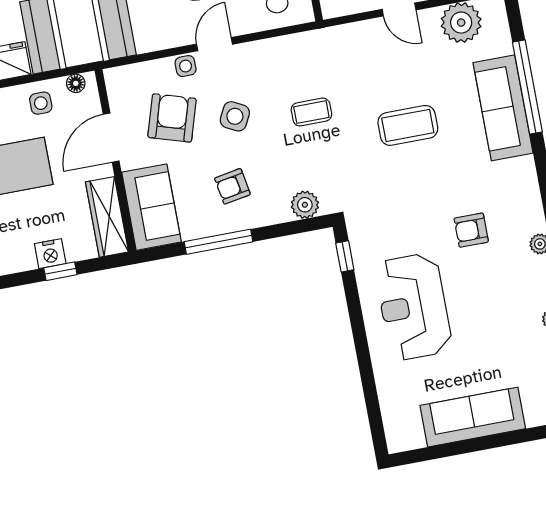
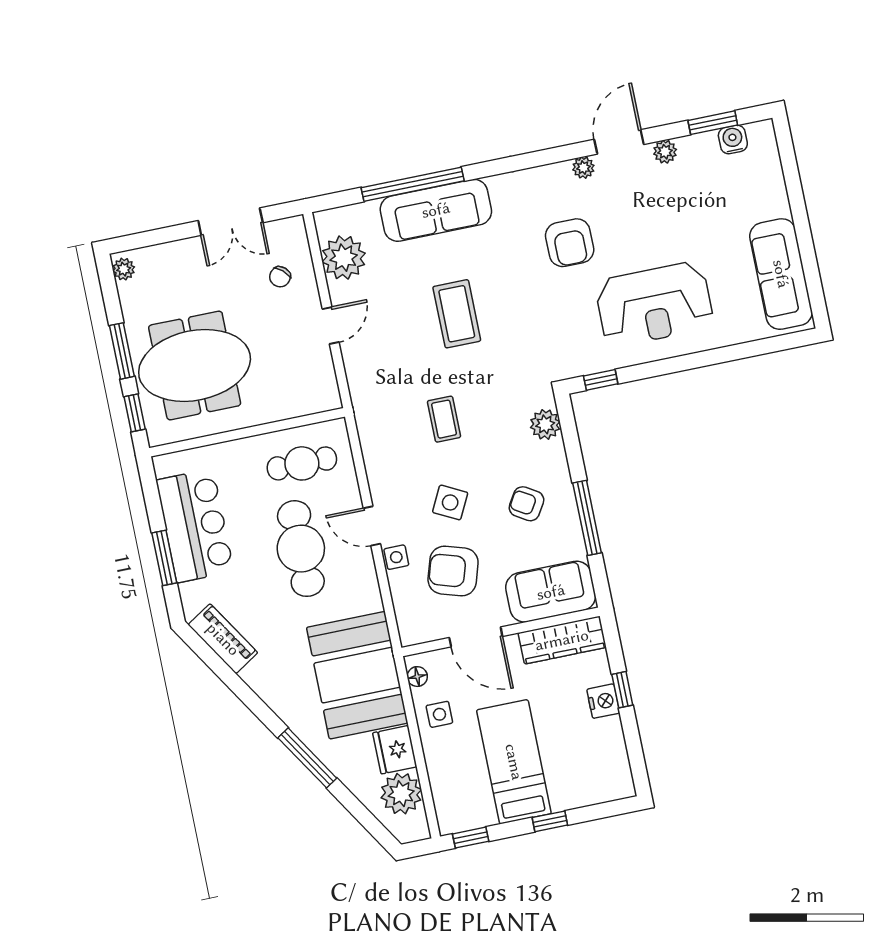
armchair: (232, 186) -> (526, 504), turned 131
armchair: (471, 230) -> (570, 243), width x1.38, depth x1.38
sofa: (473, 417) -> (781, 274), moved

